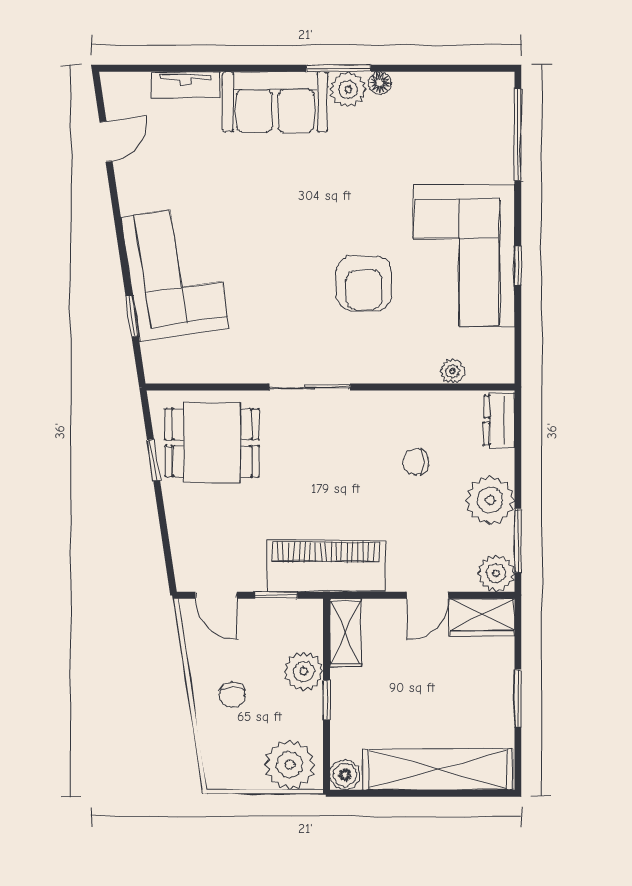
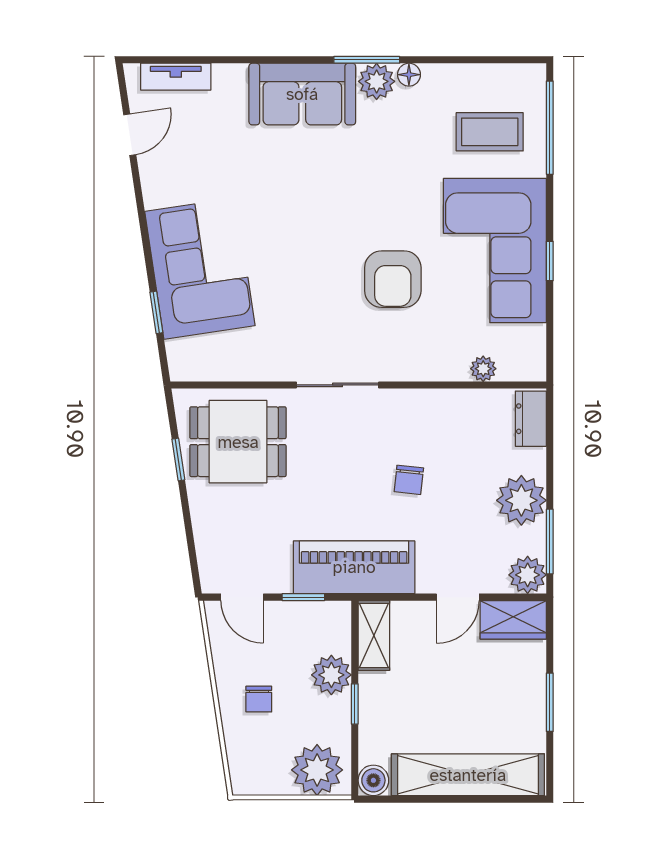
tv unit: (186, 85) -> (176, 77), moved
coffee table: (459, 139) -> (490, 132), added
chair: (416, 462) -> (409, 480), moved, turned -84

